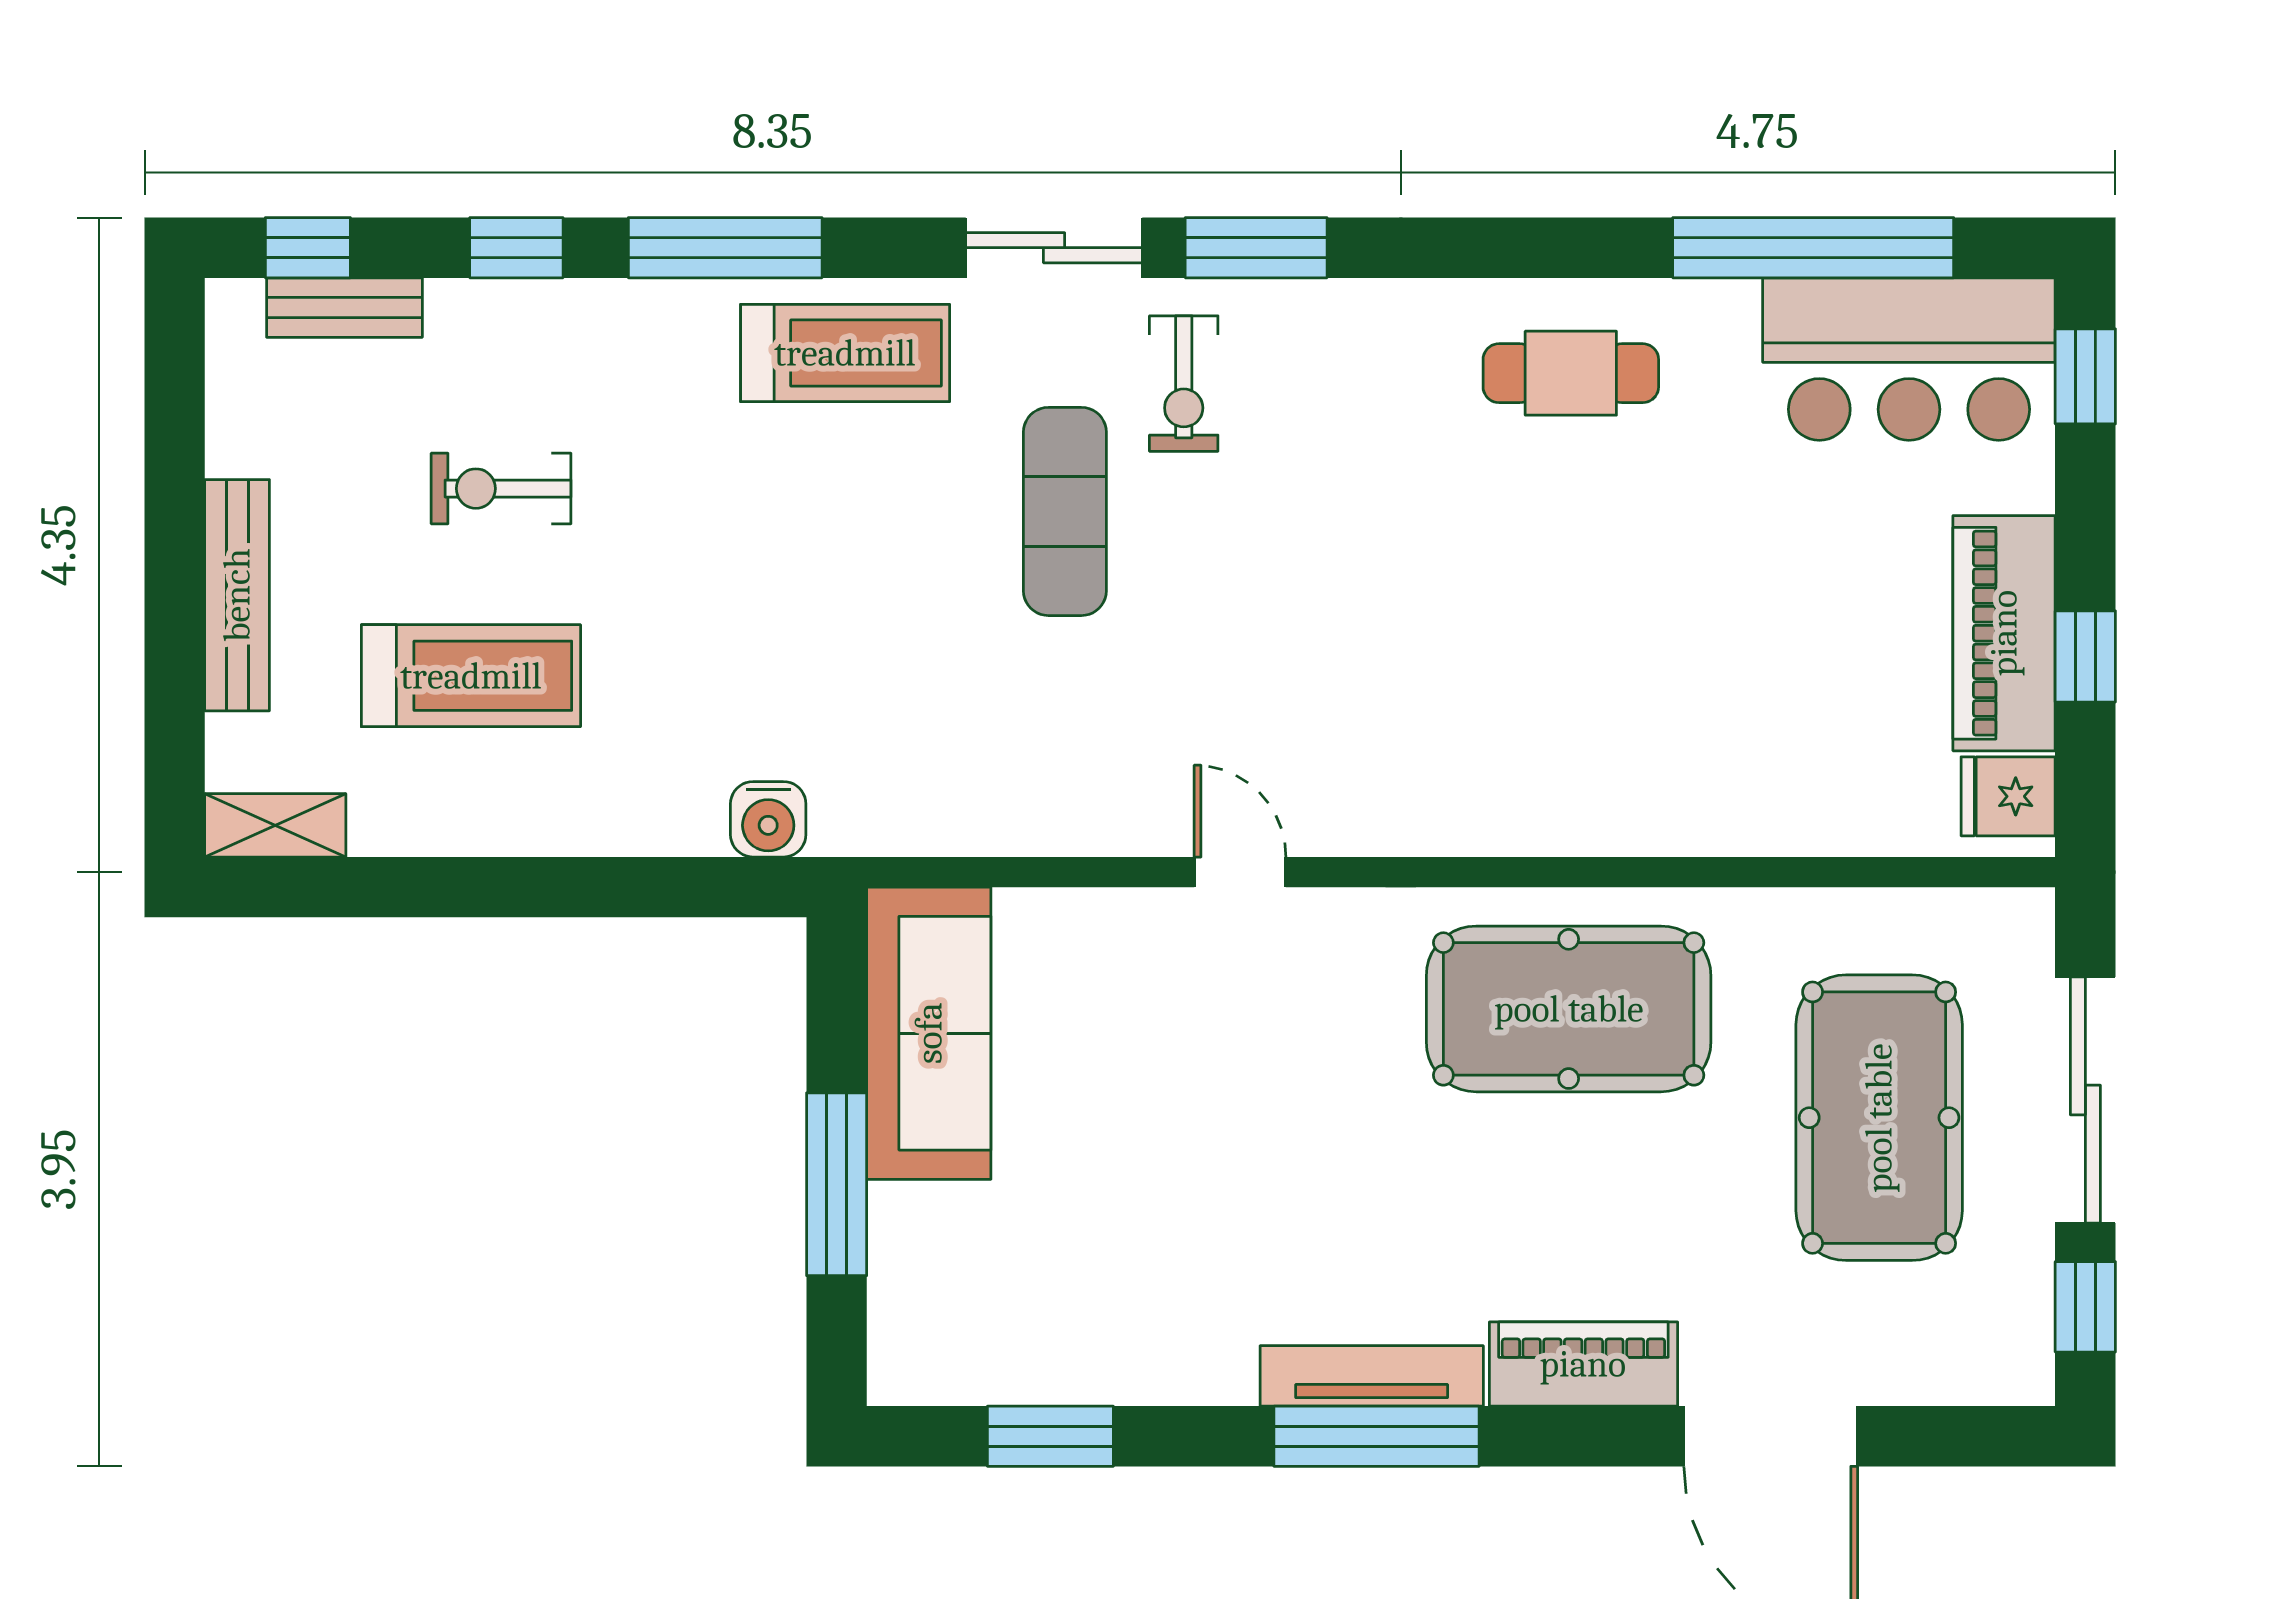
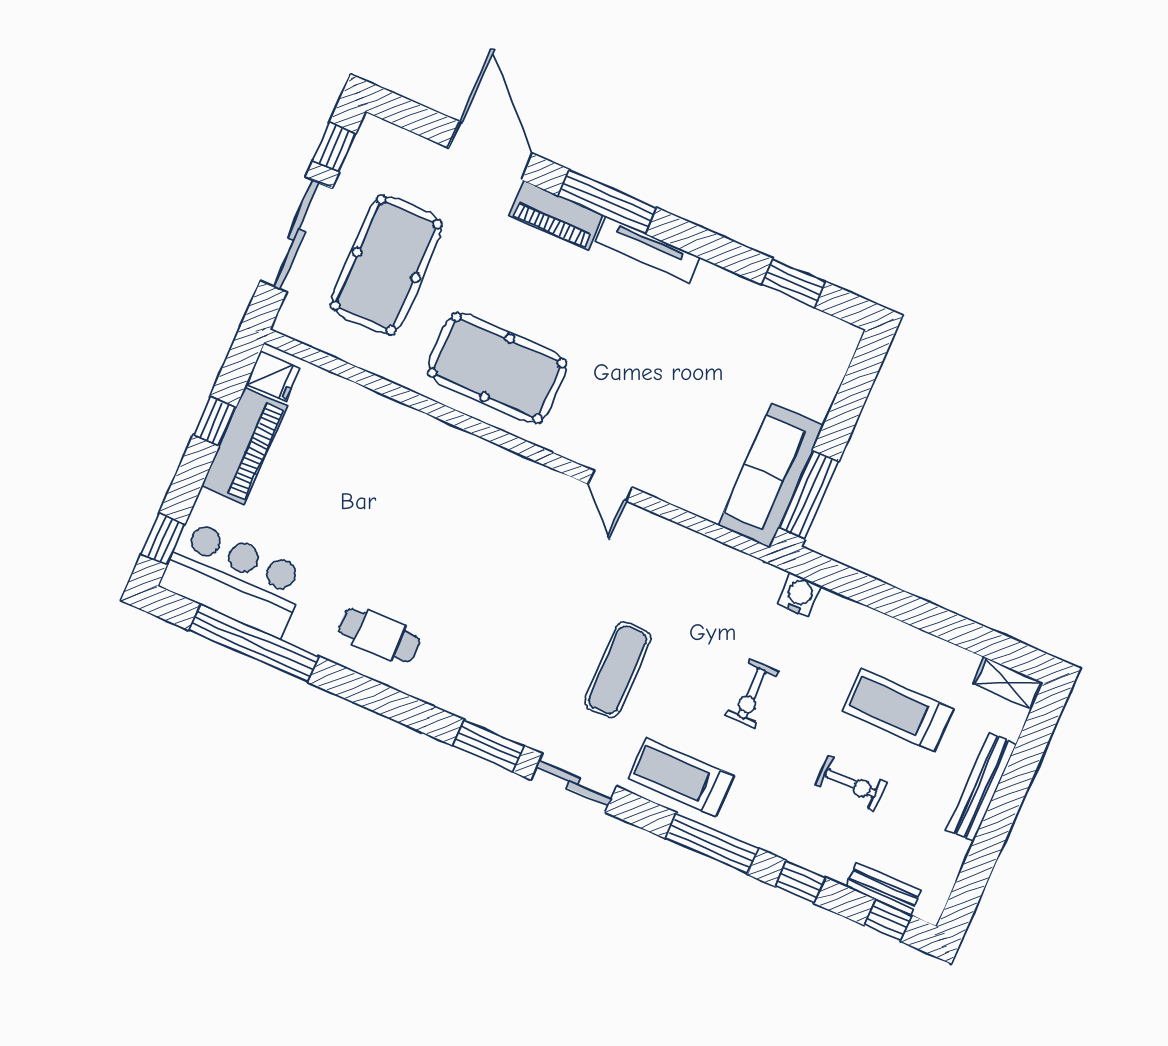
exercise bike: (1184, 384) -> (752, 694), moved, turned 180
window: (837, 1184) -> (809, 495), moved
window: (1376, 1436) -> (608, 202), moved

